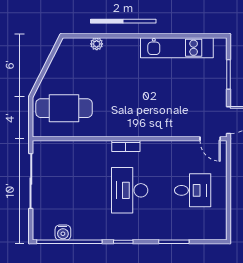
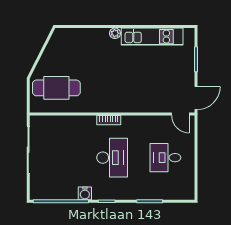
plant: (97, 44) -> (115, 33), moved
desk: (130, 190) -> (112, 158), turned 180
desk: (193, 190) -> (165, 158), turned 180
water cooler: (63, 232) -> (85, 193), moved

